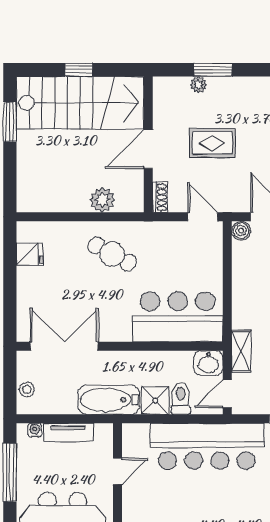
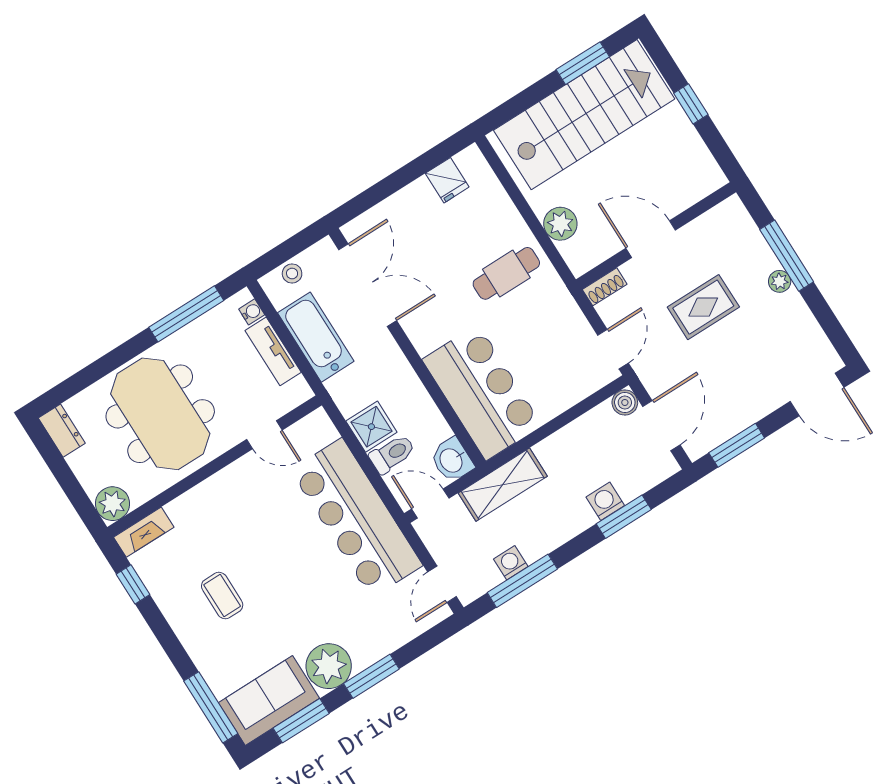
window: (213, 70) -> (787, 256), width x1.44
plant: (199, 85) -> (780, 281), moved
stairs: (80, 103) -> (584, 115), moved, turned -90
rug: (212, 143) -> (703, 307), turned 90
cafe table: (112, 254) -> (506, 273), turned 62
shelving: (241, 351) -> (503, 485), width x1.50, depth x1.33
bathtub: (109, 400) -> (316, 337), moved

